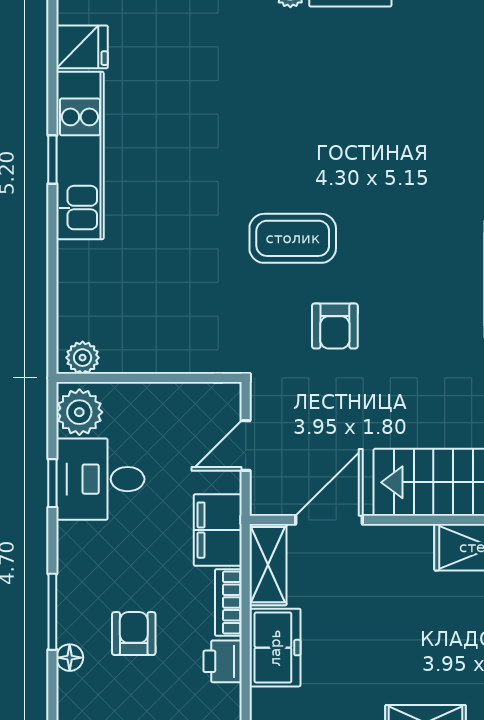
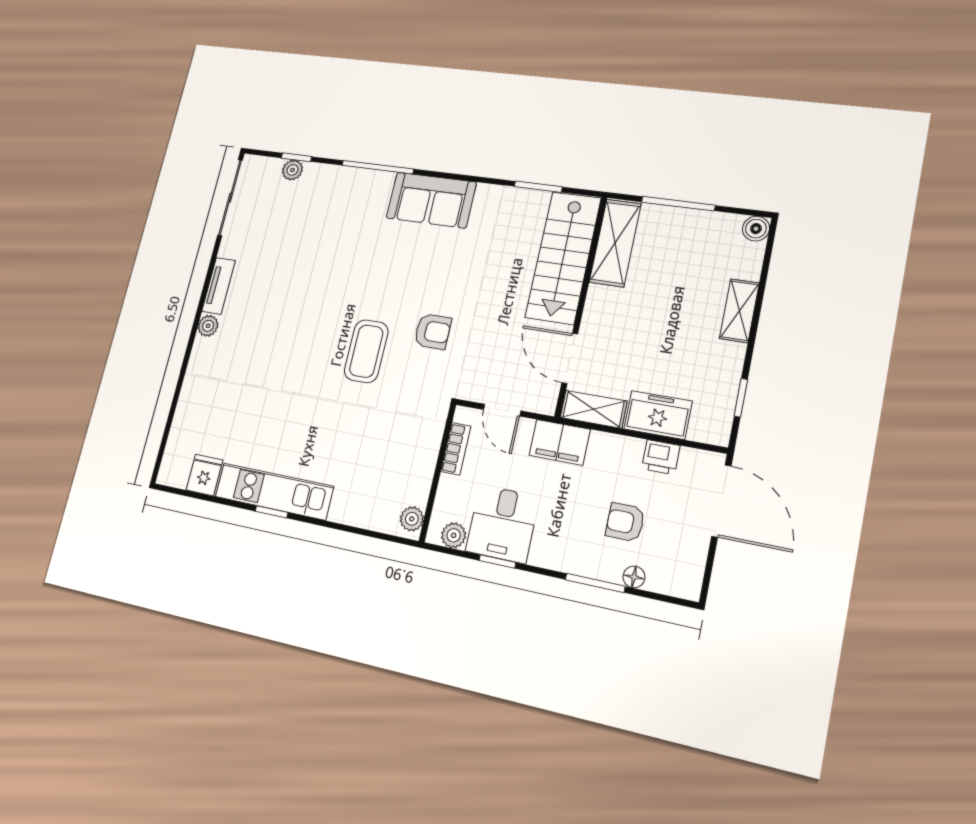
plant: (79, 412) -> (454, 535), width x0.73, depth x0.73
bookcase: (228, 602) -> (456, 449), moved, turned -90

